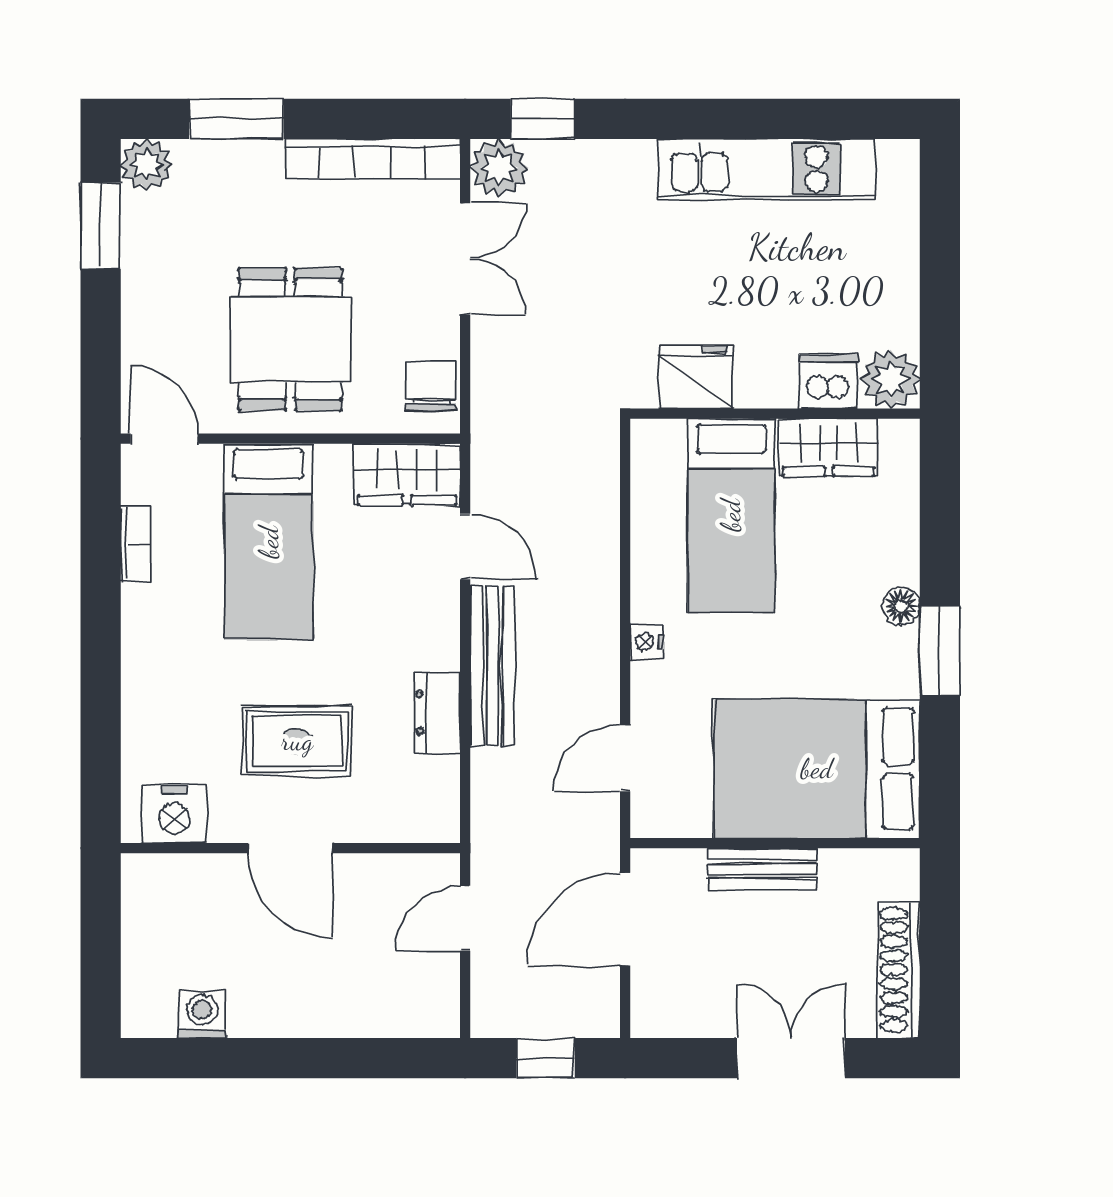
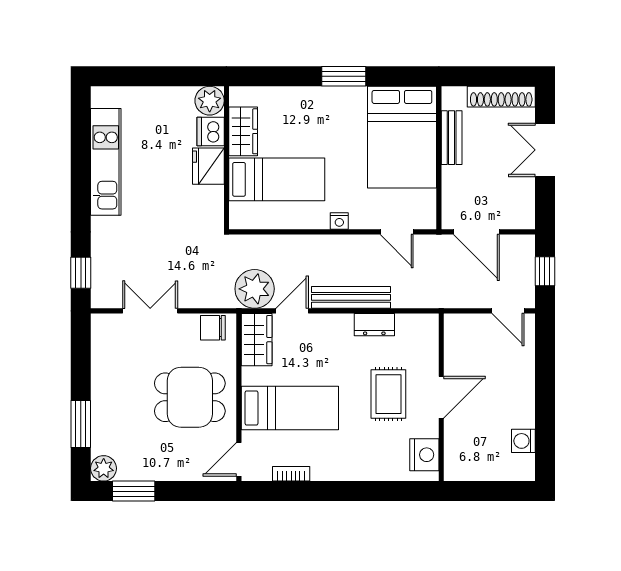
bookcase: (372, 159) -> (101, 357), removed
plant: (499, 168) -> (255, 289), moved, width x1.36, depth x1.36
fridge: (696, 377) -> (208, 166), moved
floor lamp: (901, 606) -> (322, 95), removed
bench: (762, 869) -> (452, 138), moved
door: (465, 918) -> (508, 311), moved

